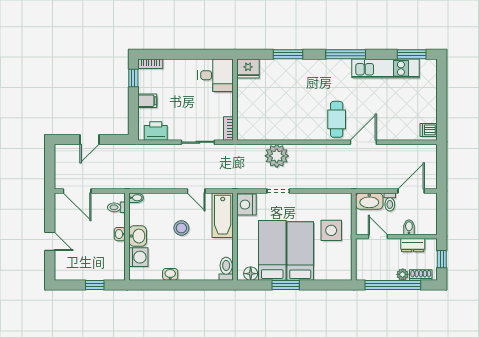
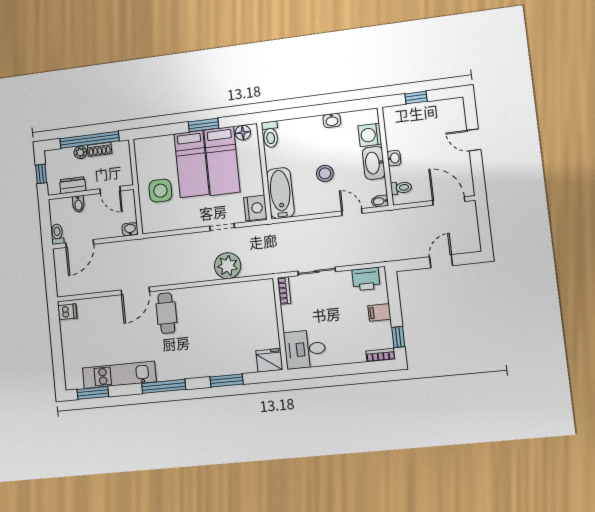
door: (196, 191) -> (352, 212), moved
washbasin: (369, 201) -> (130, 229), width x0.52, depth x0.69
toilet: (390, 202) -> (57, 234), moved
washbasin: (138, 236) -> (374, 163), width x1.38
shoe rack: (421, 275) -> (100, 149), moved

